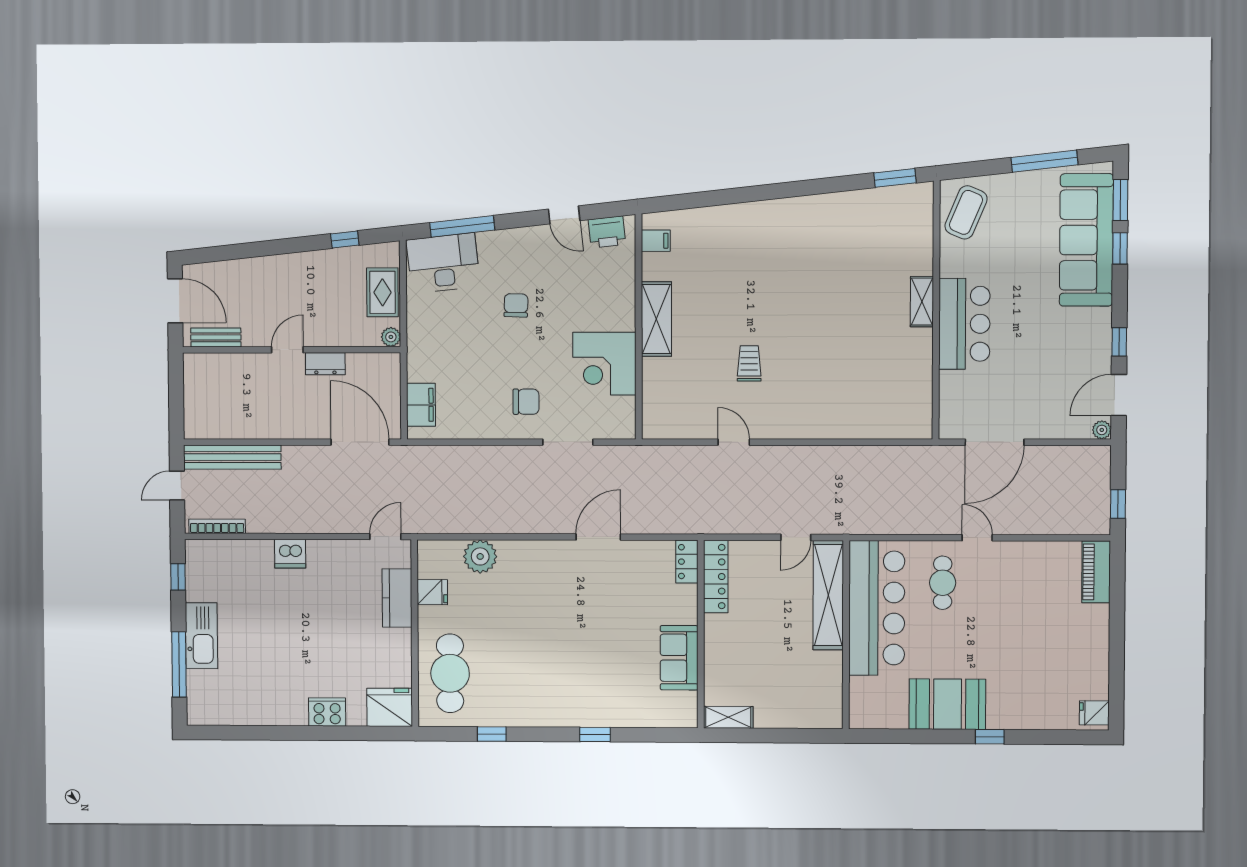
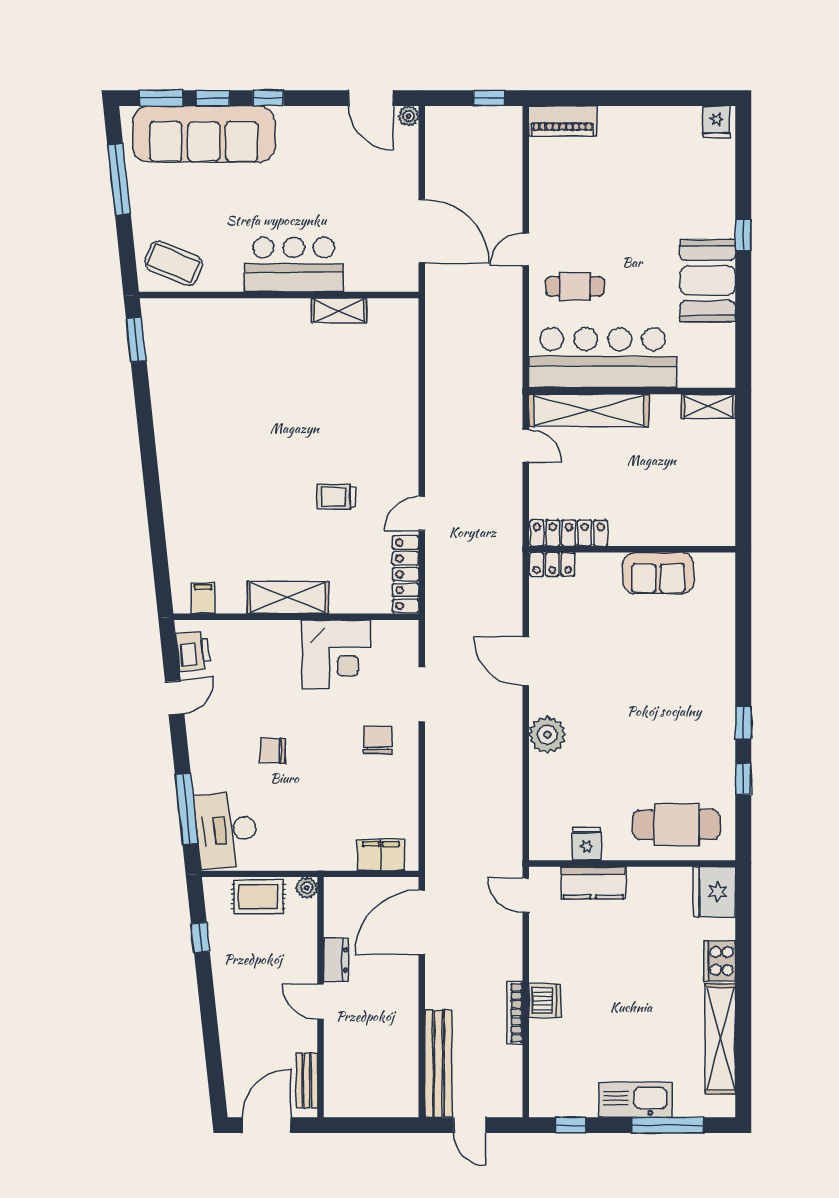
shelving: (922, 302) -> (339, 310), moved
window: (1119, 342) -> (268, 98), moved
locker: (678, 427) -> (406, 574), added
bookcase: (217, 526) -> (515, 1013), moved
plant: (480, 556) -> (547, 735), moved
shelving: (257, 712) -> (720, 1039), added
shelving: (728, 717) -> (709, 406), moved, turned 90
window: (595, 735) -> (743, 723), moved

